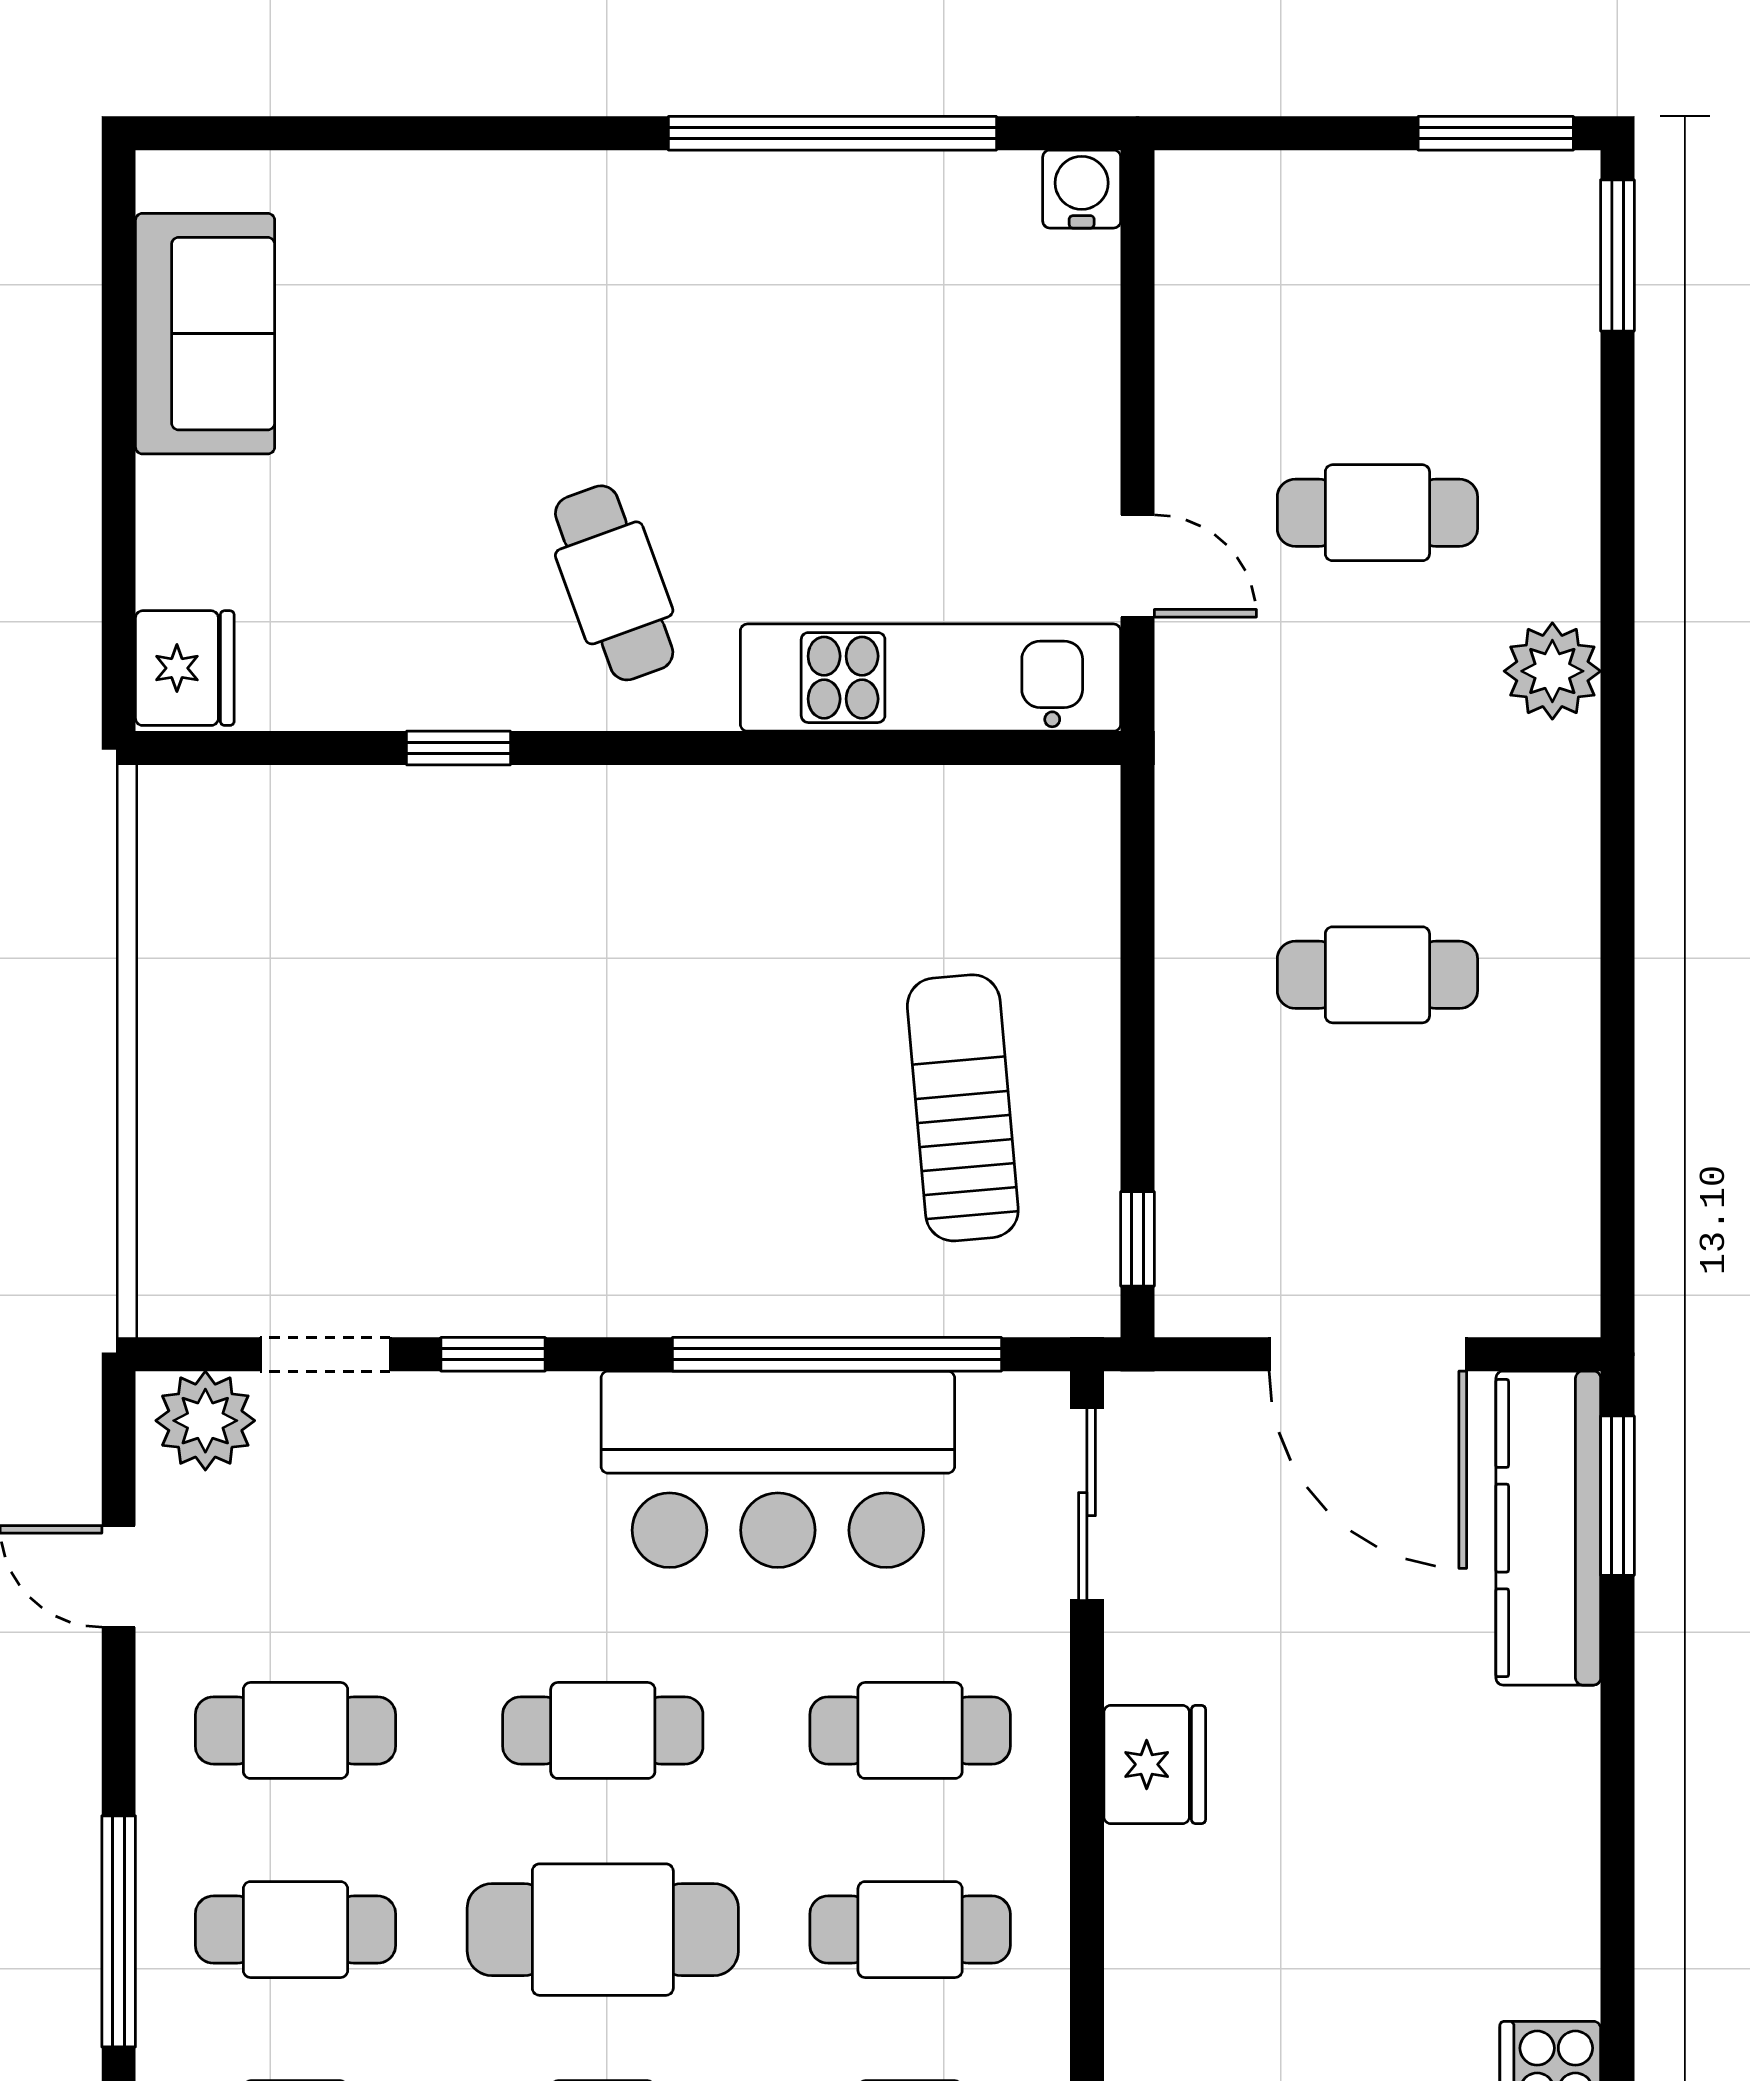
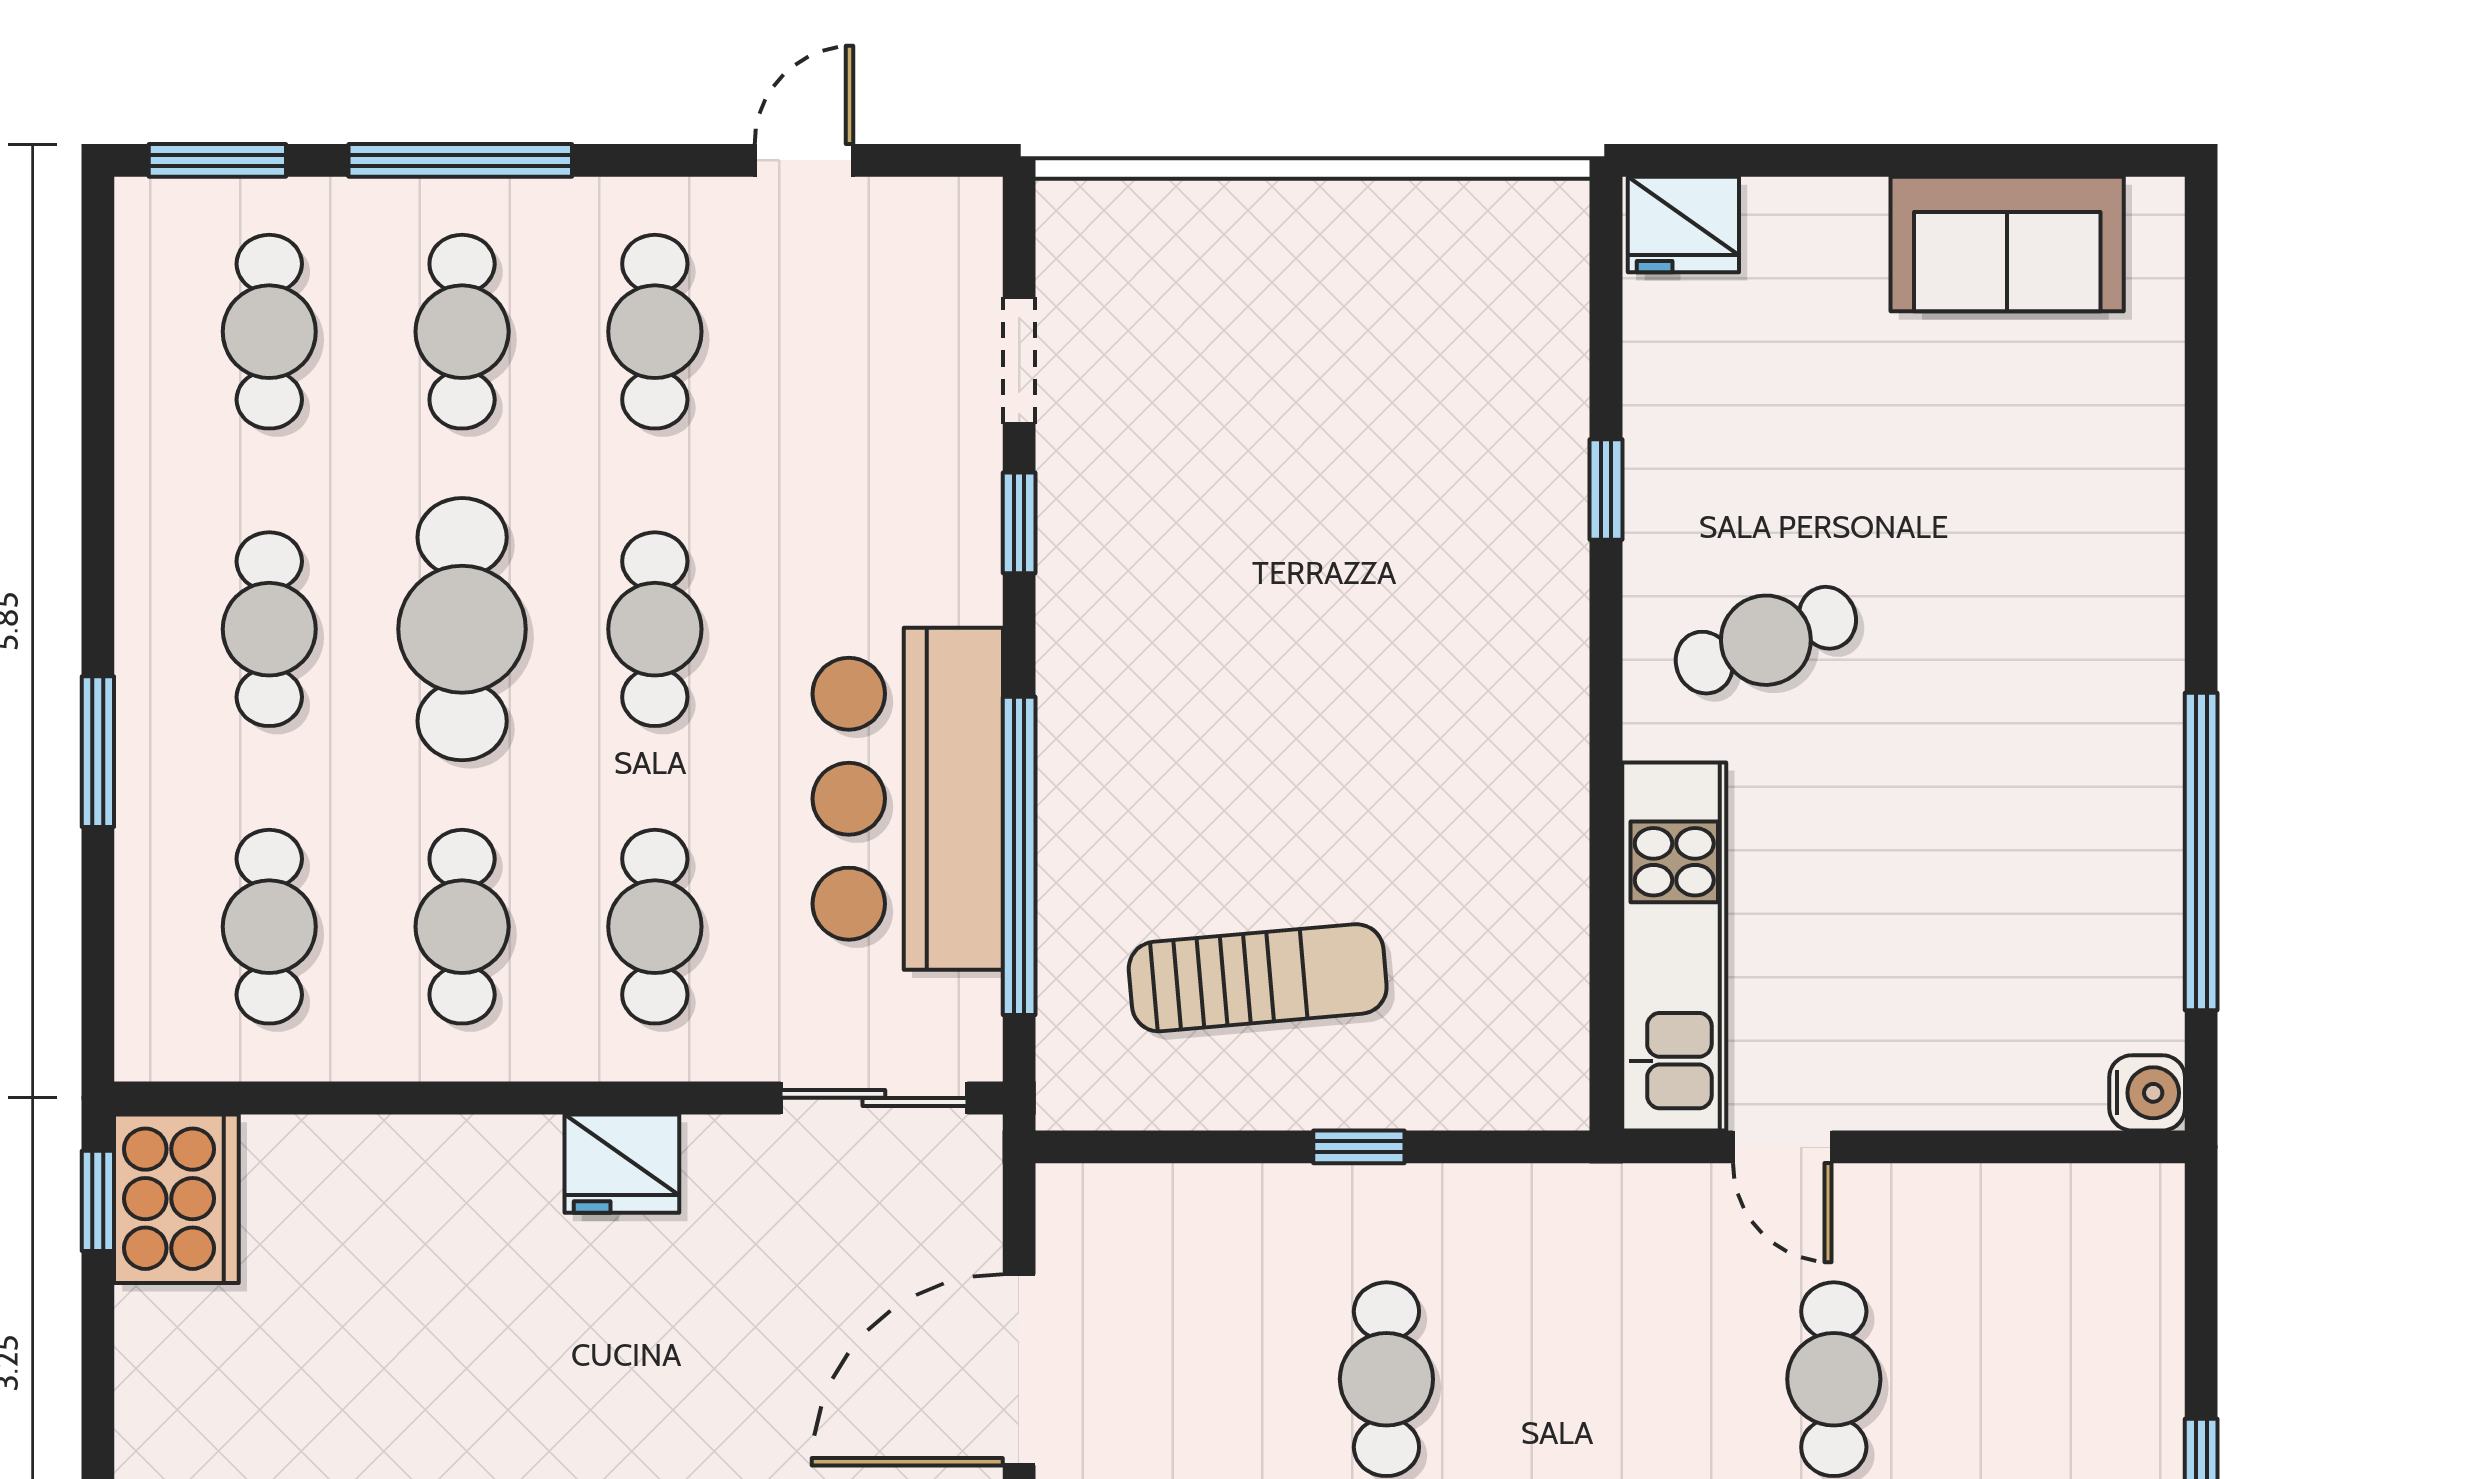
door: (1137, 566) -> (1782, 1147), hinge flipped
window: (1137, 1239) -> (1359, 1147), moved
plant: (205, 1421) -> (955, 244), removed

